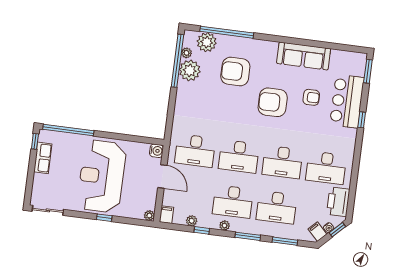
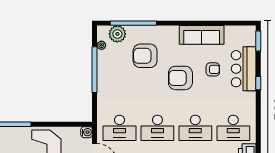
window: (177, 61) -> (94, 70), moved
plant: (190, 70) -> (106, 60), removed

